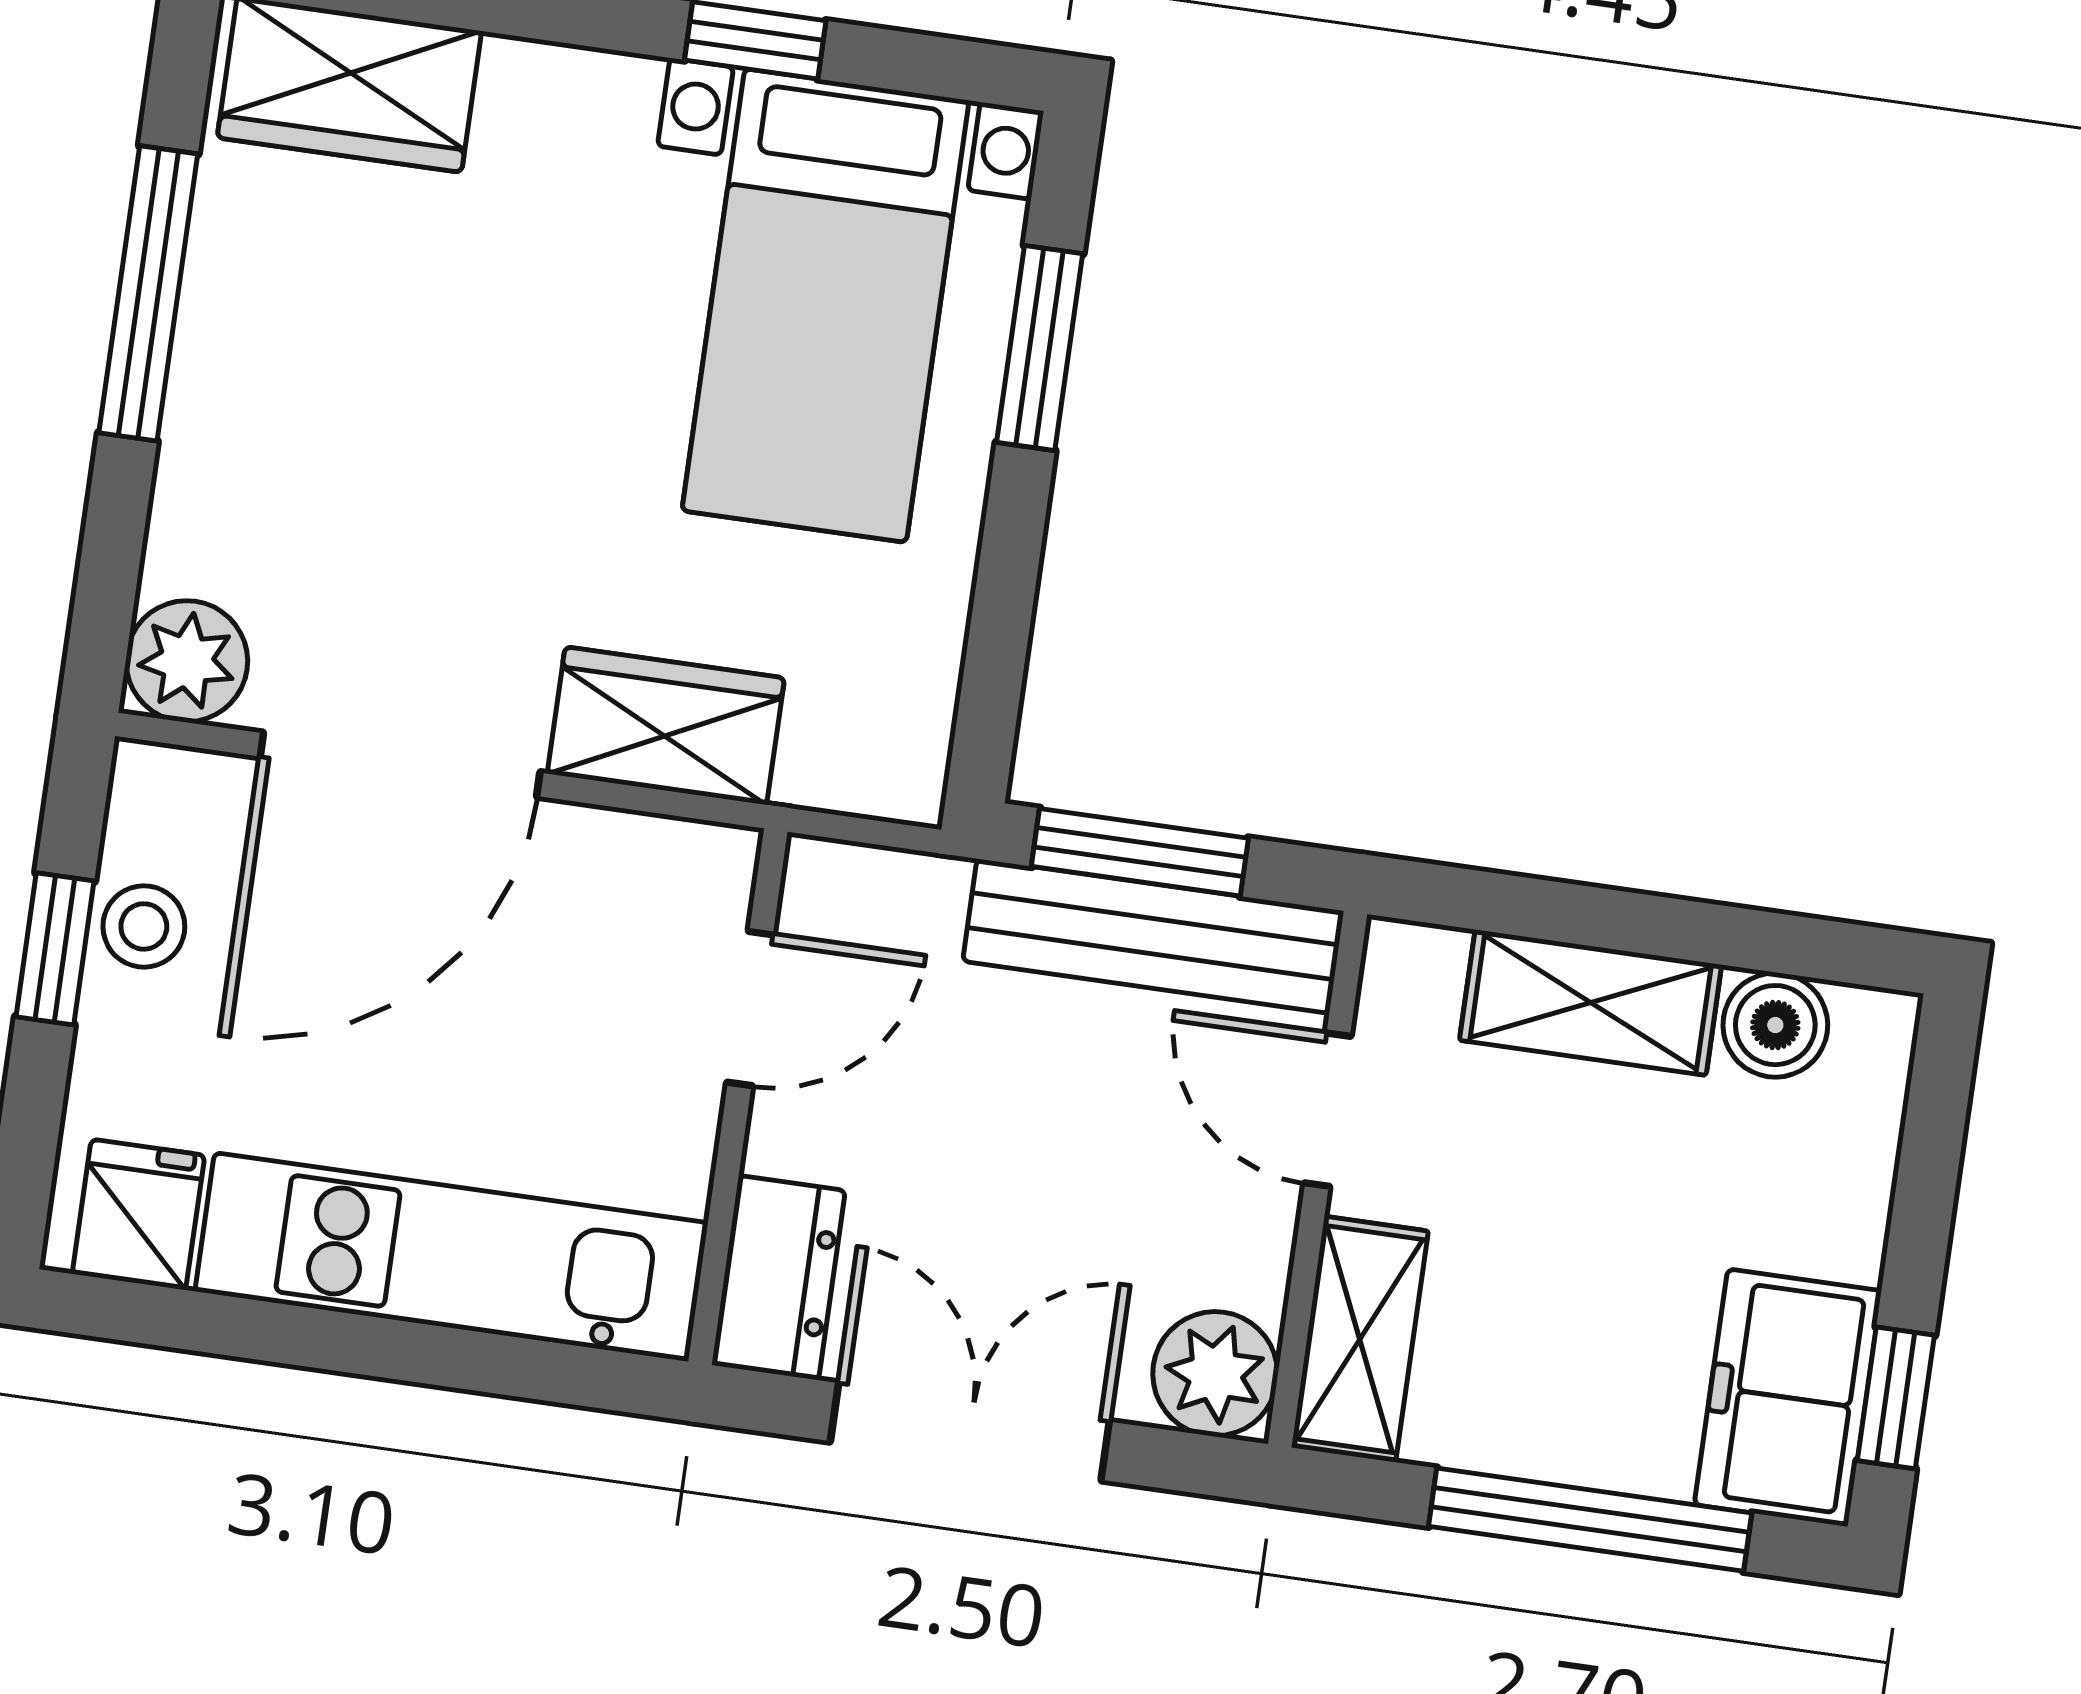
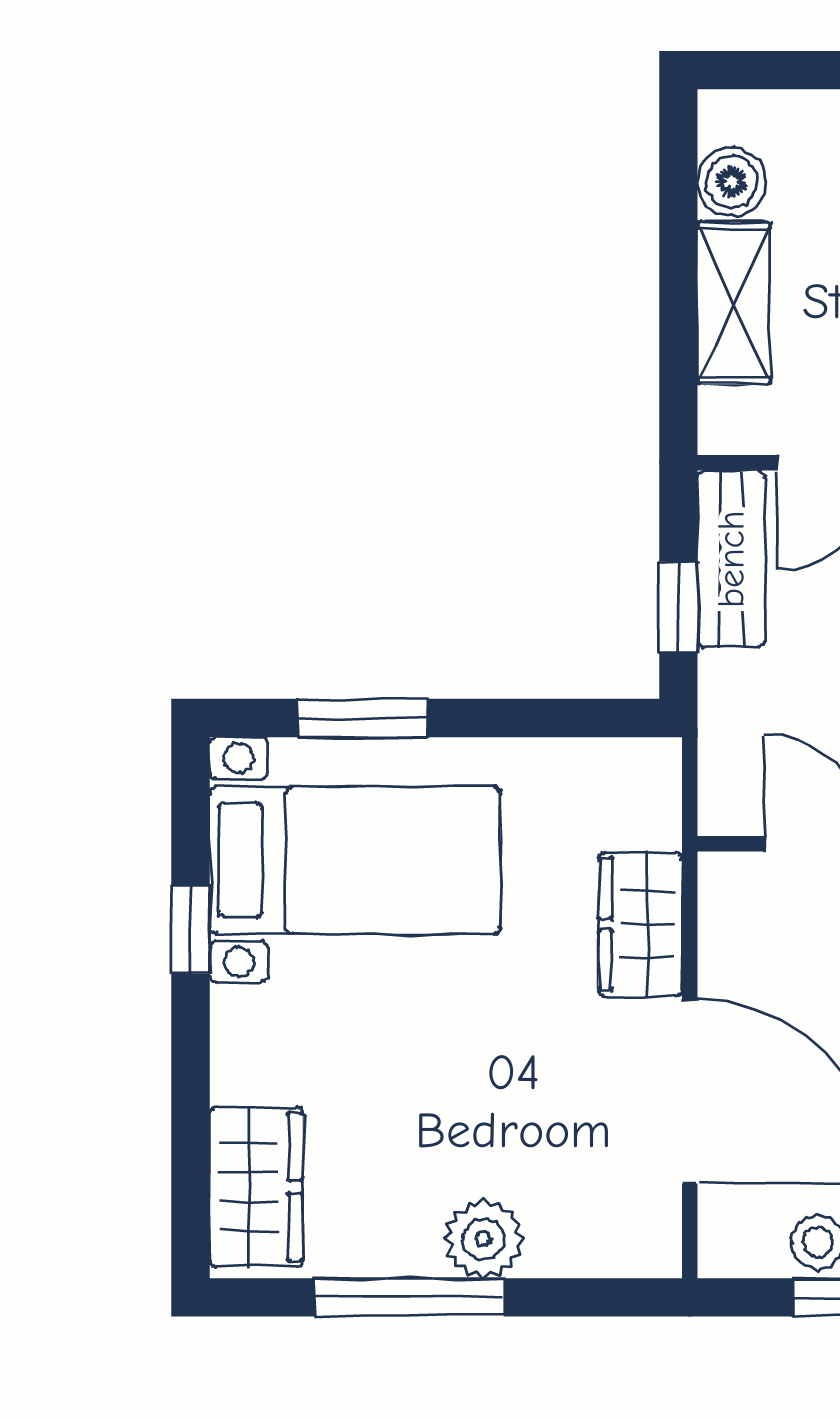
plant: (187, 661) -> (483, 1239), moved
window: (1140, 852) -> (678, 607), width x0.67
bench: (1153, 936) -> (731, 559), width x0.73

